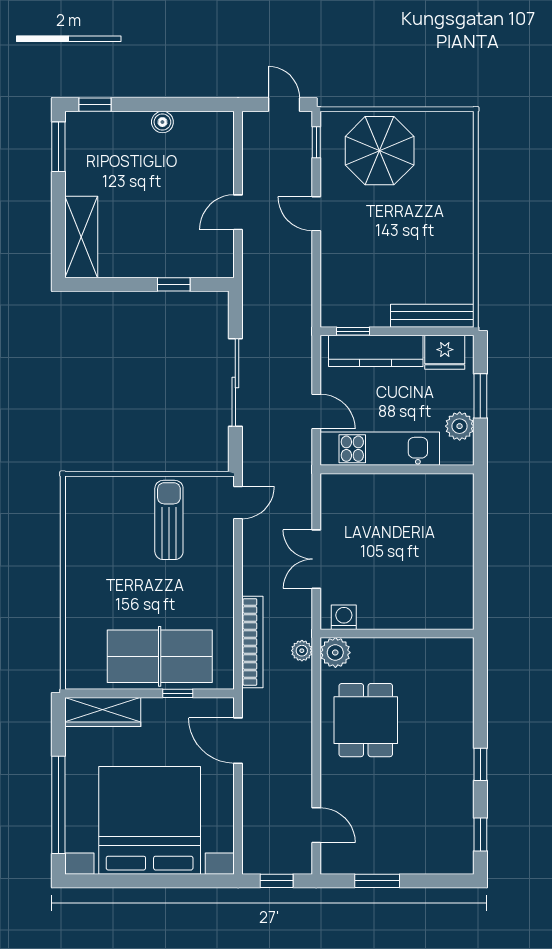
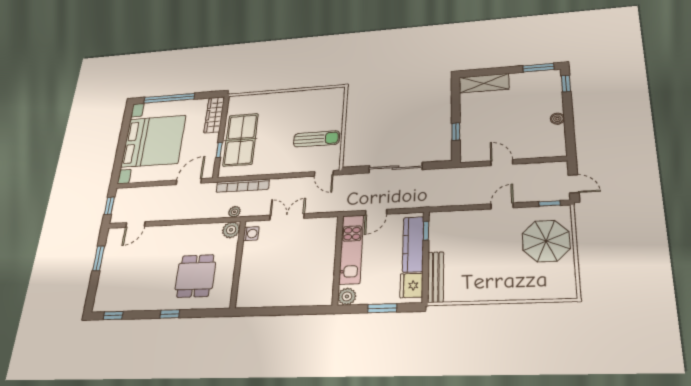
door: (284, 105) -> (574, 184), hinge flipped
plant: (460, 426) -> (347, 296), moved
dining table: (366, 720) -> (195, 276), moved, turned 90
window: (480, 764) -> (170, 314), moved

